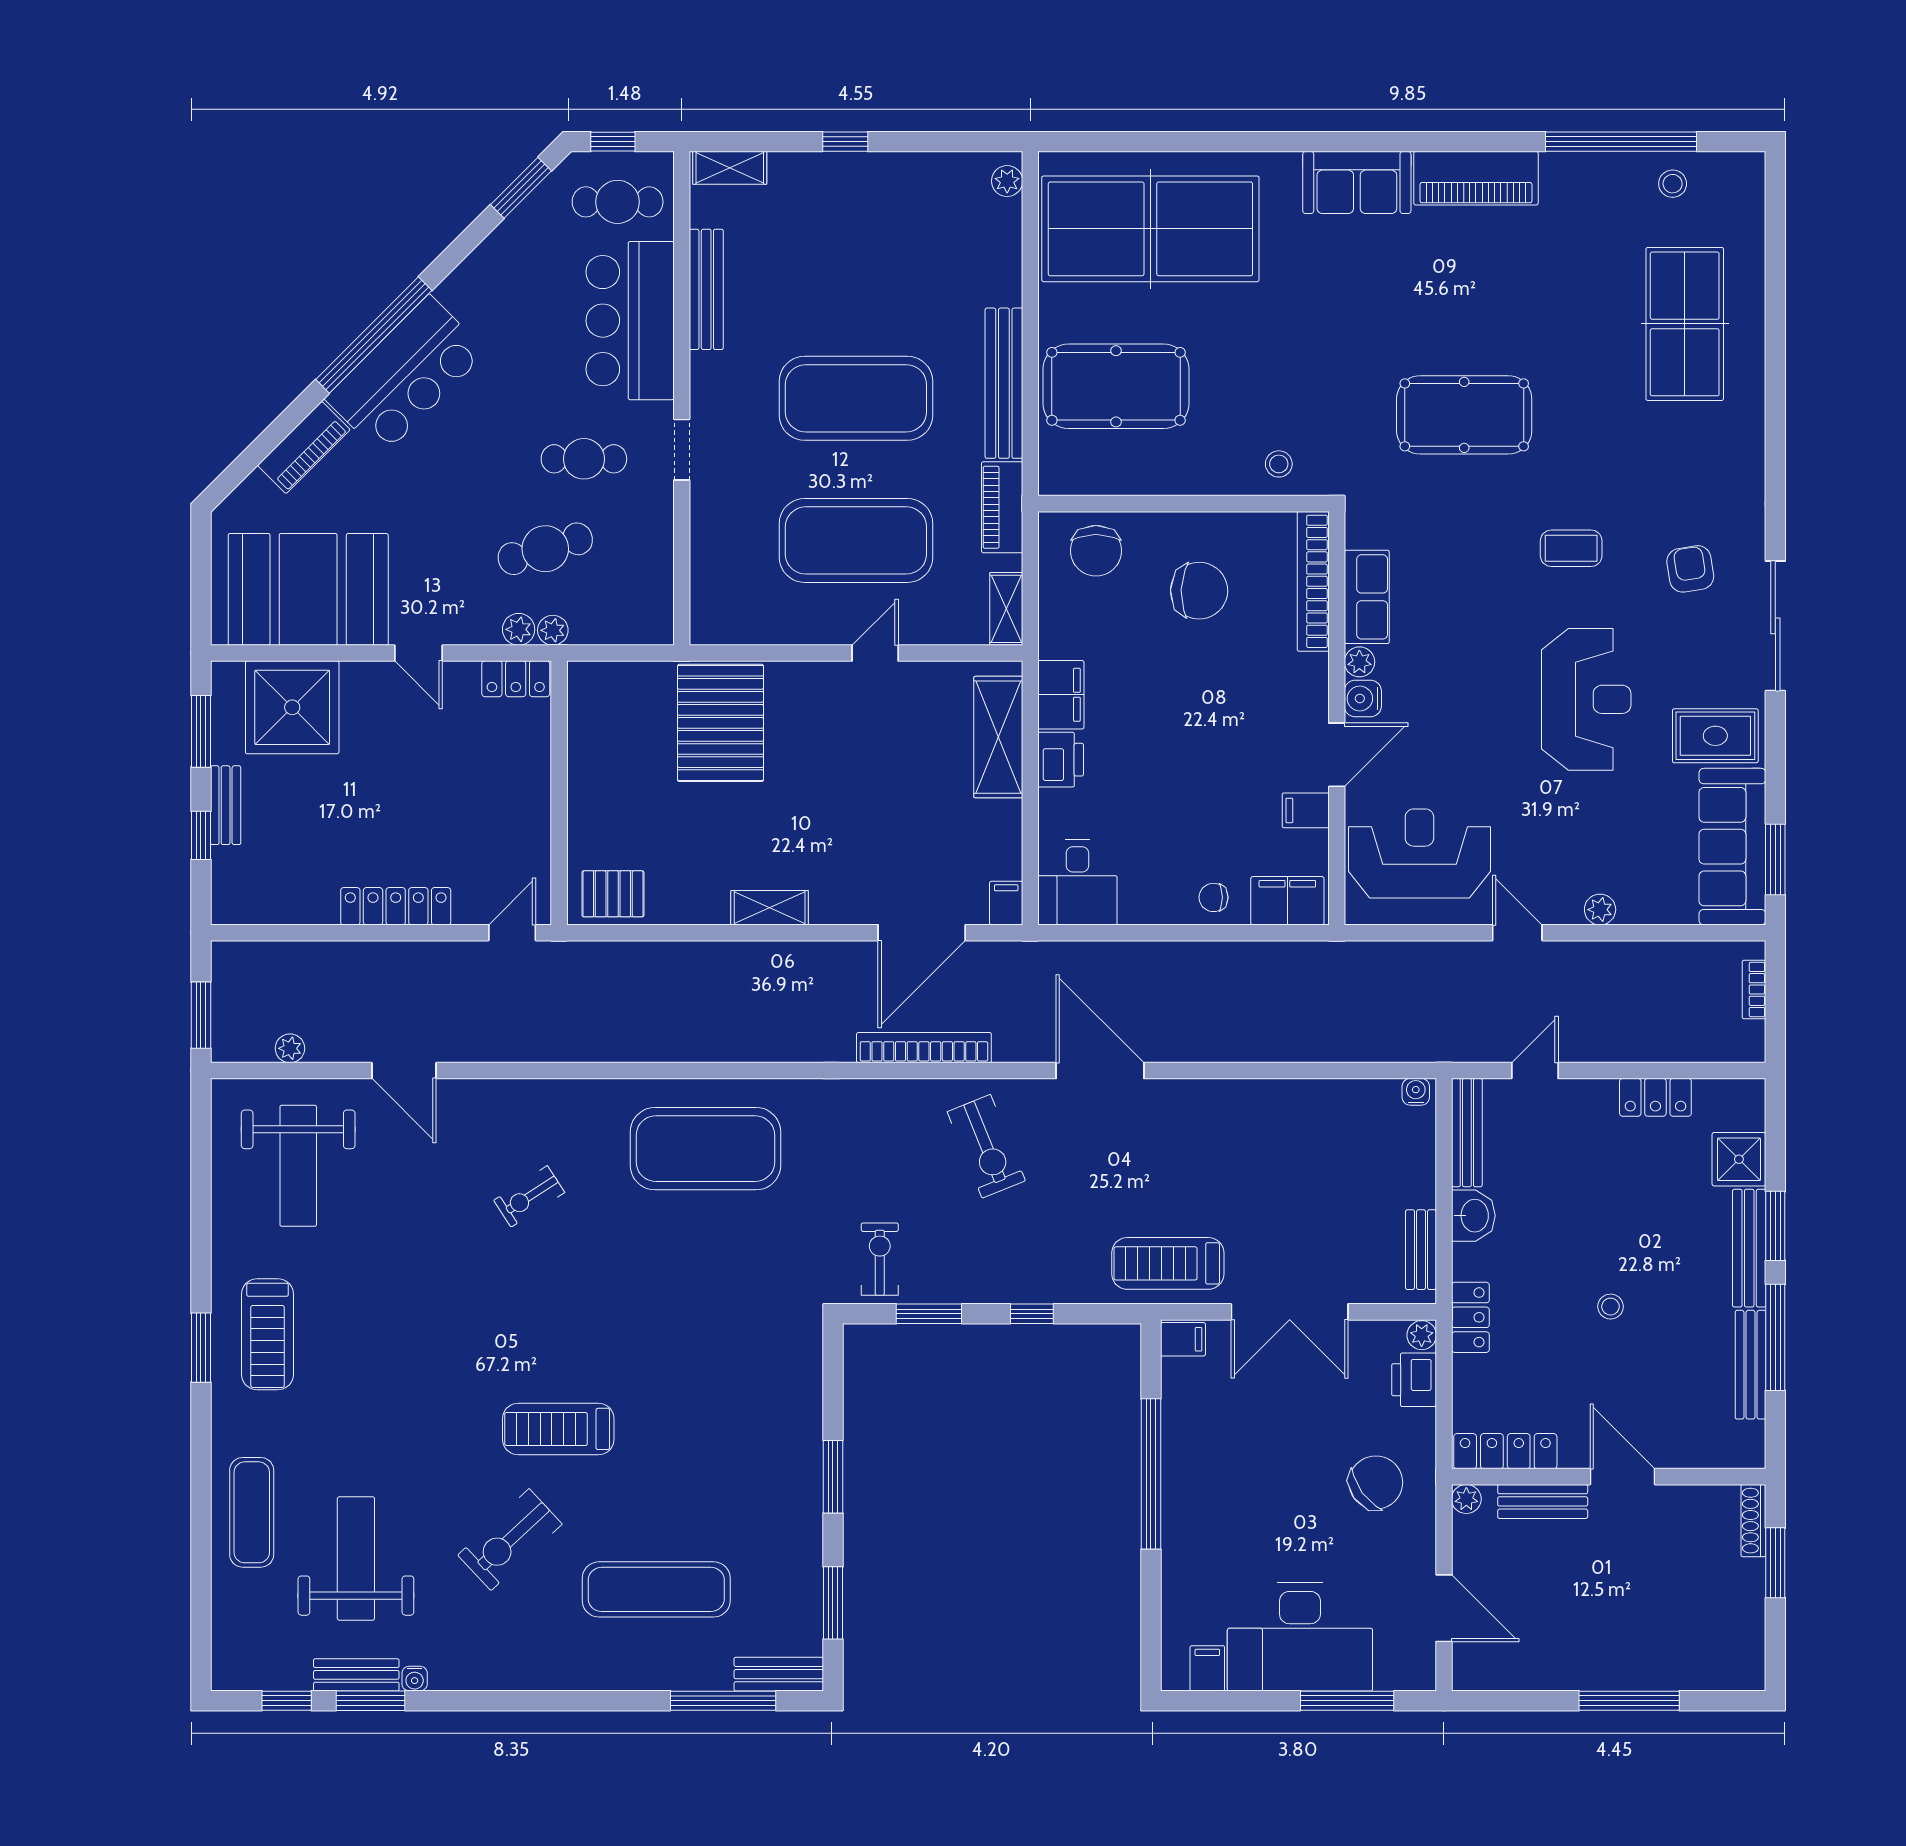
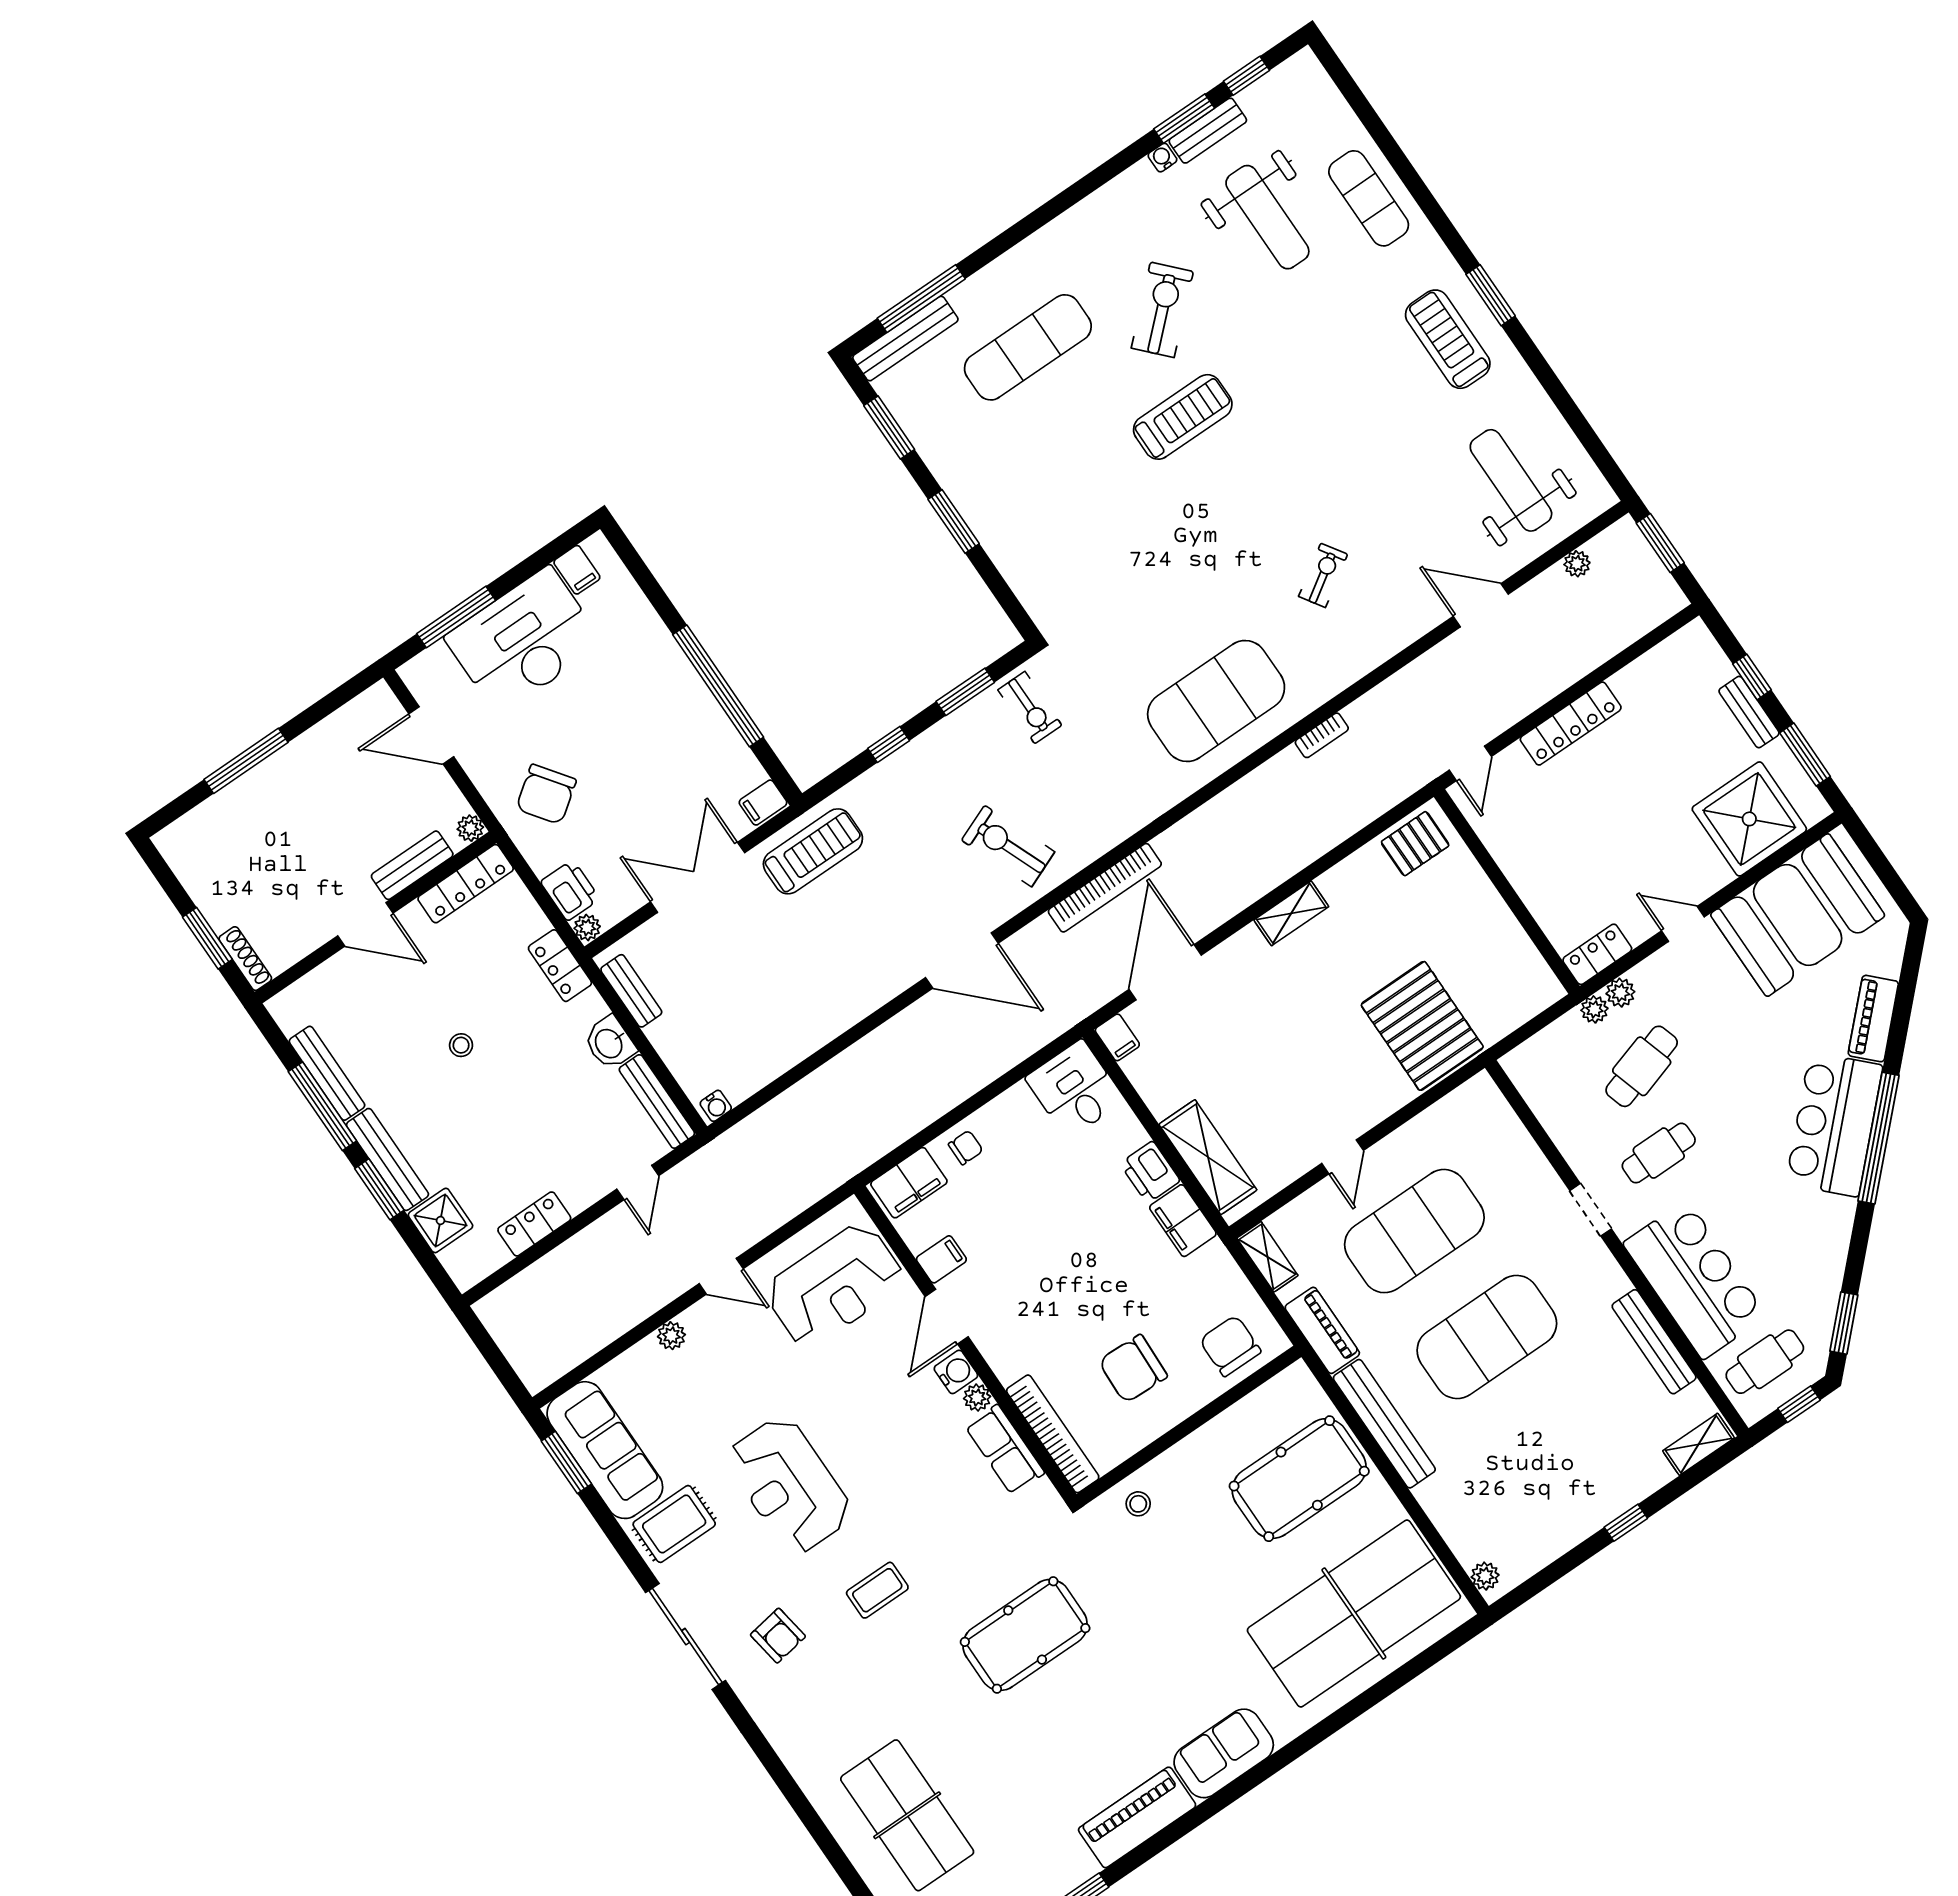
bookcase: (1754, 989) -> (1322, 735), moved, turned 90
bench: (779, 1674) -> (905, 338), width x1.36

